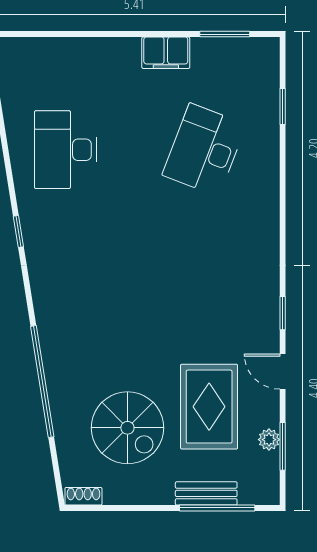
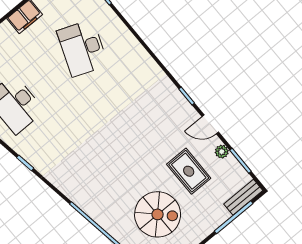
rug: (209, 407) -> (189, 171), width x0.73, depth x0.70
plant: (269, 440) -> (222, 152), moved
bench: (206, 493) -> (243, 197), moved

